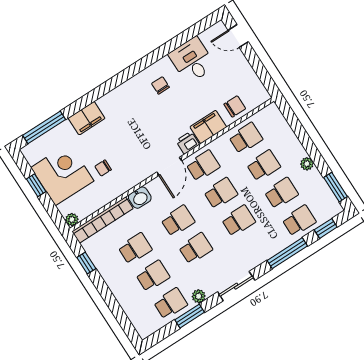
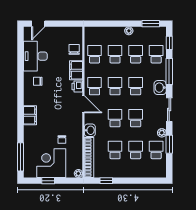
desk: (192, 60) -> (35, 56), width x1.37
filing cabinet: (87, 118) -> (30, 115), moved
washbasin: (258, 255) -> (160, 88), added

